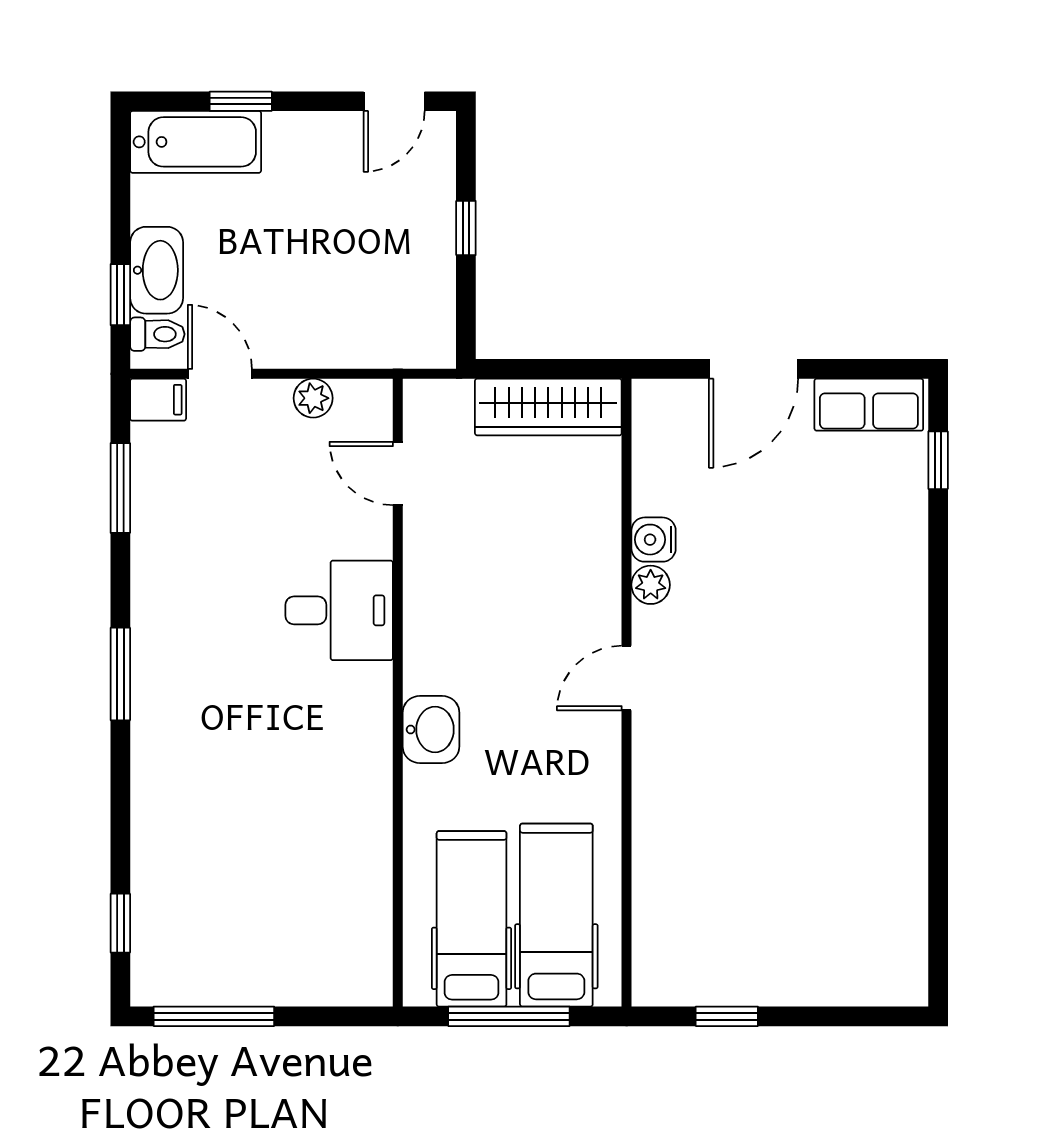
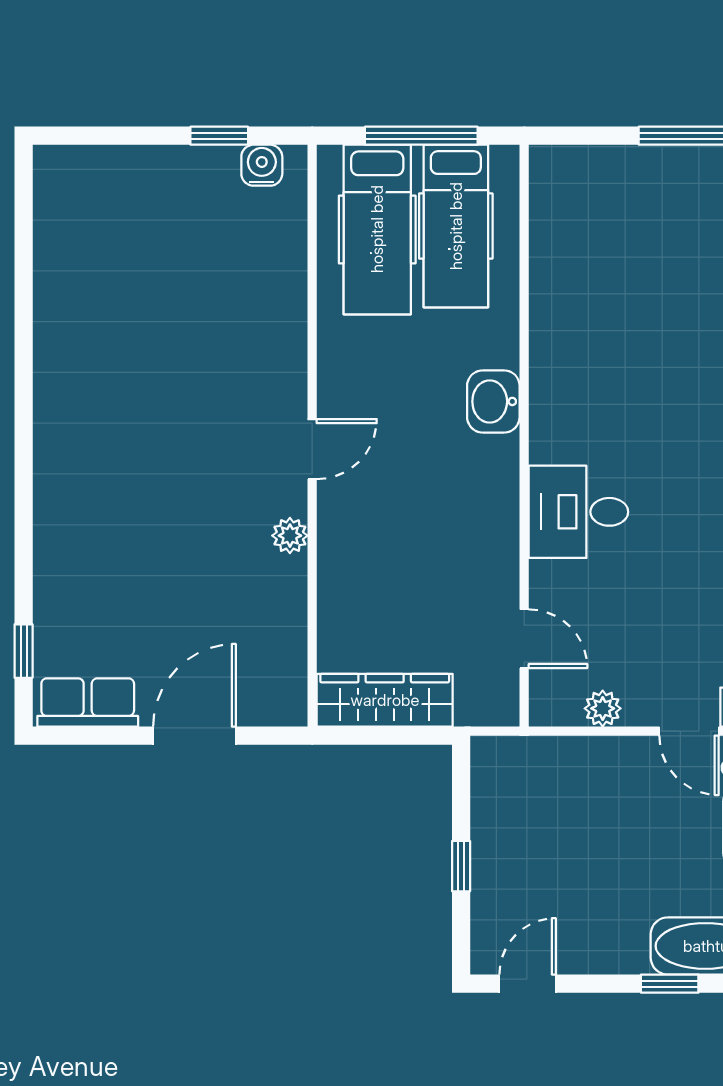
water cooler: (654, 540) -> (262, 165), moved, turned -90

